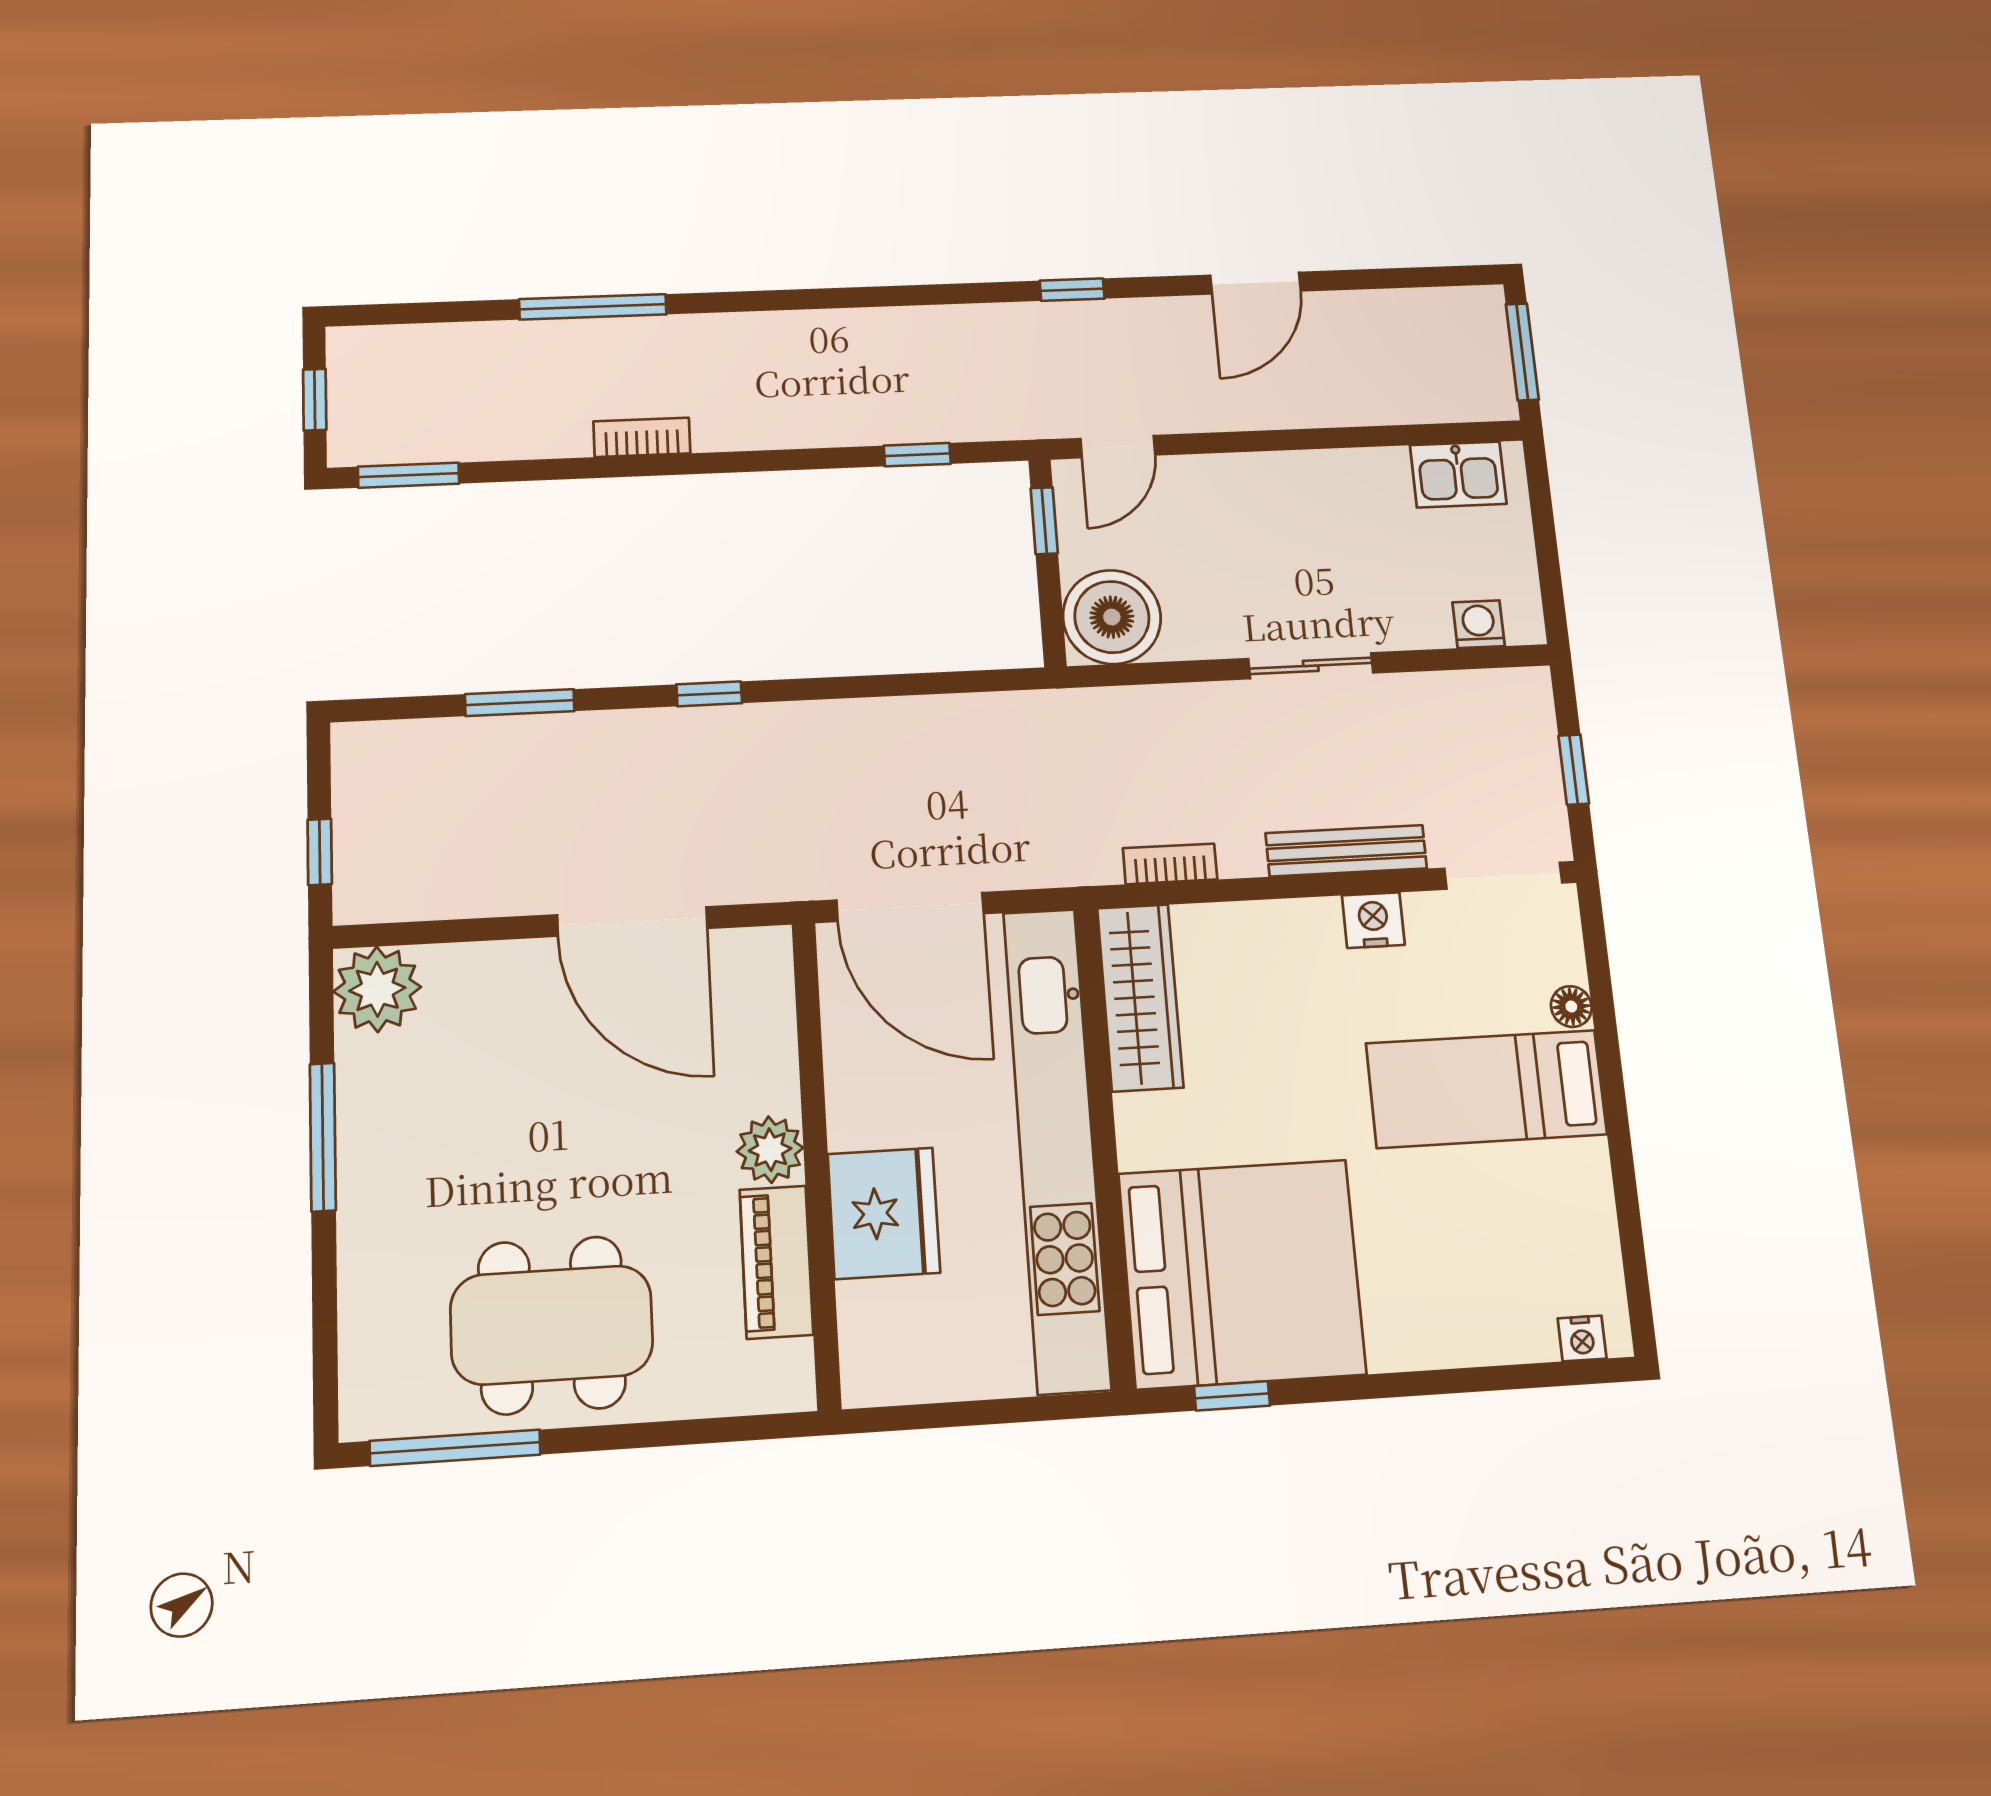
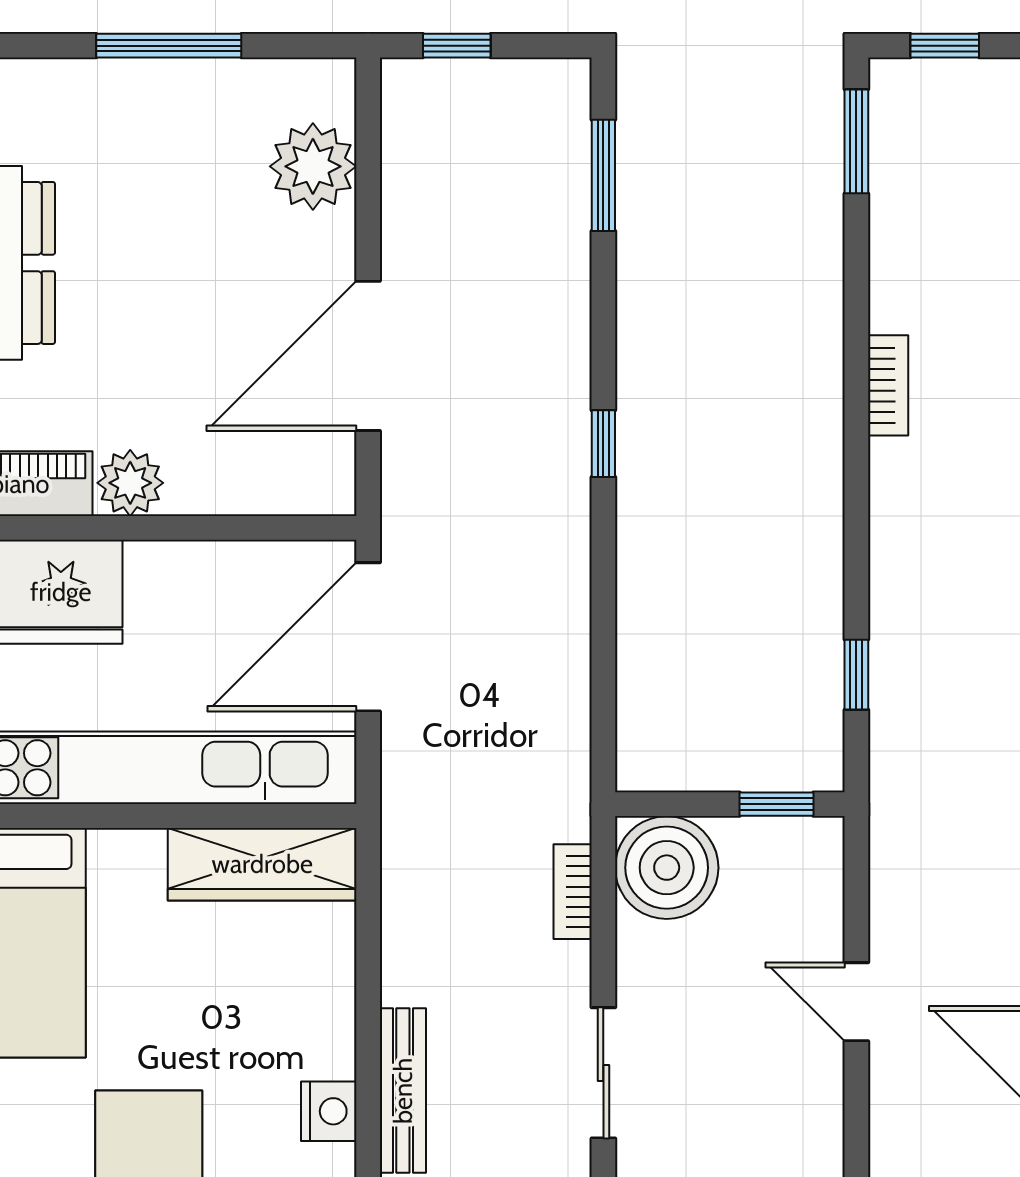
door: (1118, 447) -> (856, 1002), moved
window: (520, 703) -> (603, 175), moved
bookcase: (1170, 864) -> (573, 892), moved, turned 180
plant: (377, 989) -> (313, 166), moved

